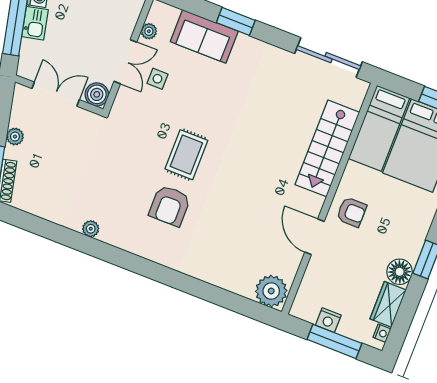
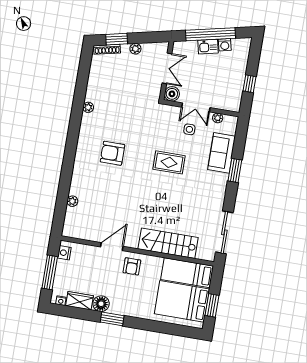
rug: (186, 155) -> (169, 162), moved
plant: (271, 291) -> (72, 201), moved, width x0.53, depth x0.53
nightstand: (328, 320) -> (64, 253), moved

